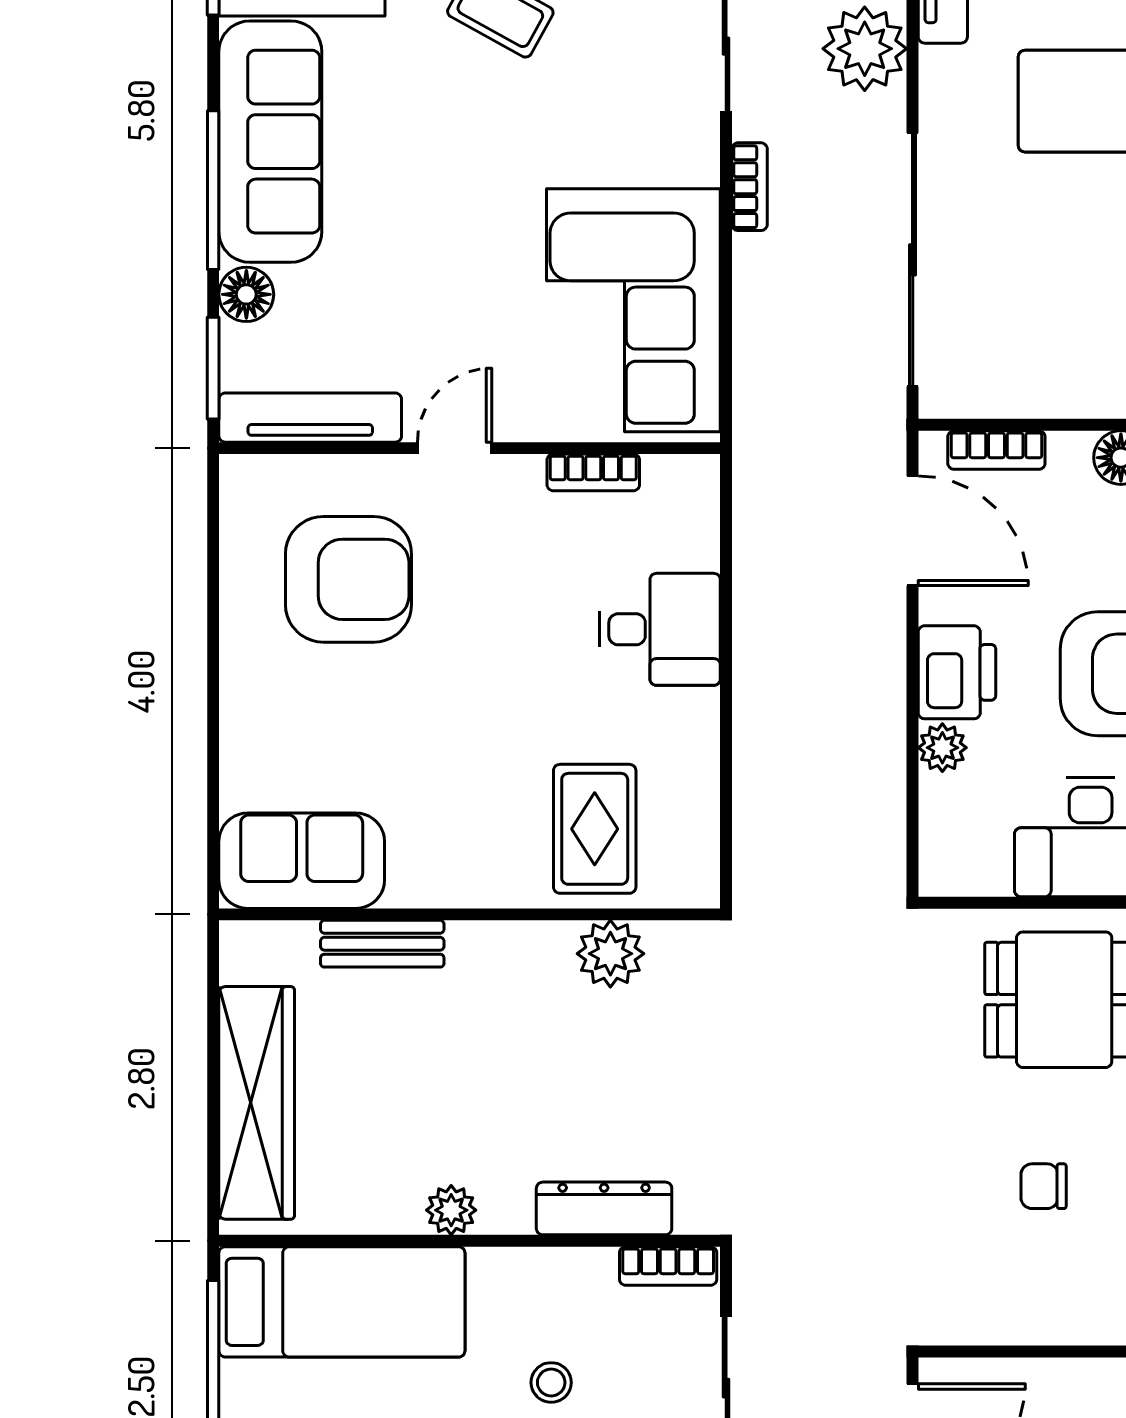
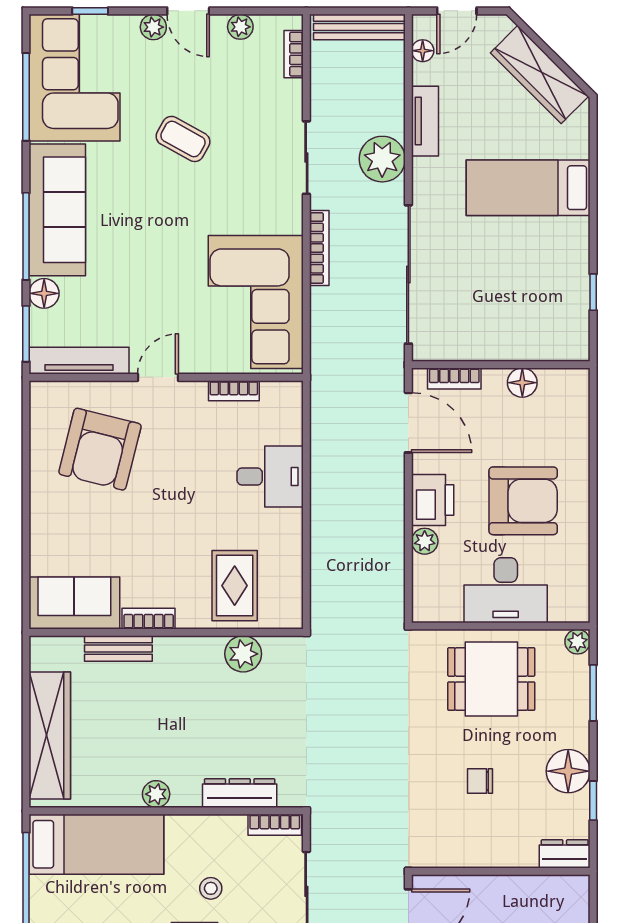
bookcase: (749, 187) -> (319, 248), width x1.56
armchair: (348, 579) -> (100, 449), turned 104
bookcase: (437, 889) -> (149, 619), added

